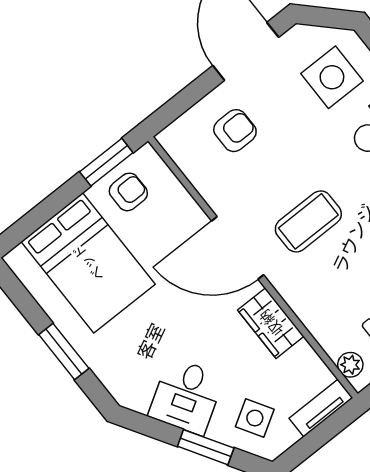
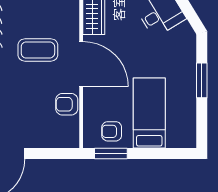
armchair: (235, 131) -> (67, 104), moved
bed: (88, 263) -> (149, 113), width x0.67

